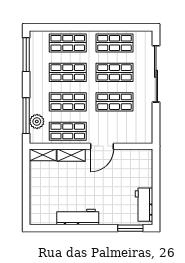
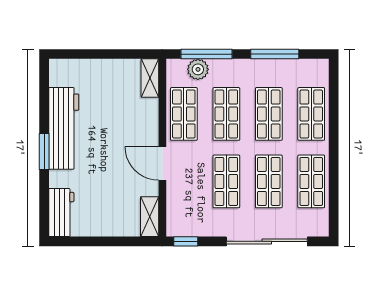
window: (26, 55) -> (275, 54), moved
window: (156, 130) -> (186, 241), added
shelving: (71, 155) -> (150, 217), moved
workbench: (144, 205) -> (61, 213), moved, turned 90
workbench: (78, 217) -> (64, 128), width x1.36, depth x1.32
window: (130, 228) -> (44, 151), moved

